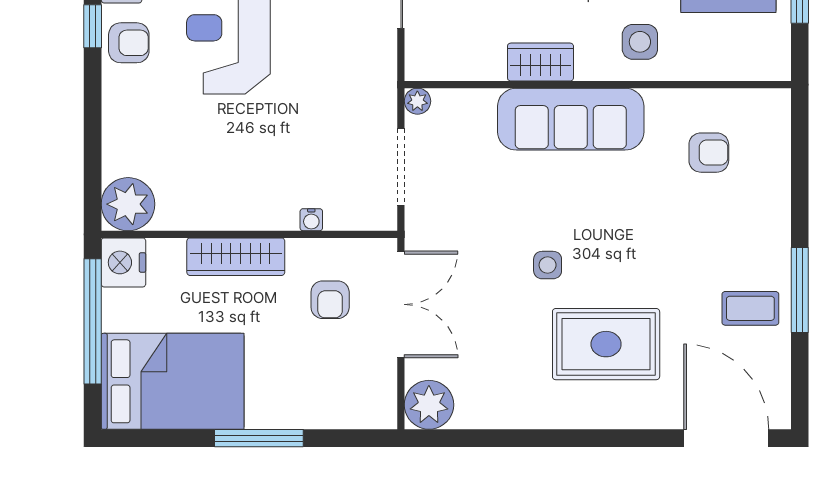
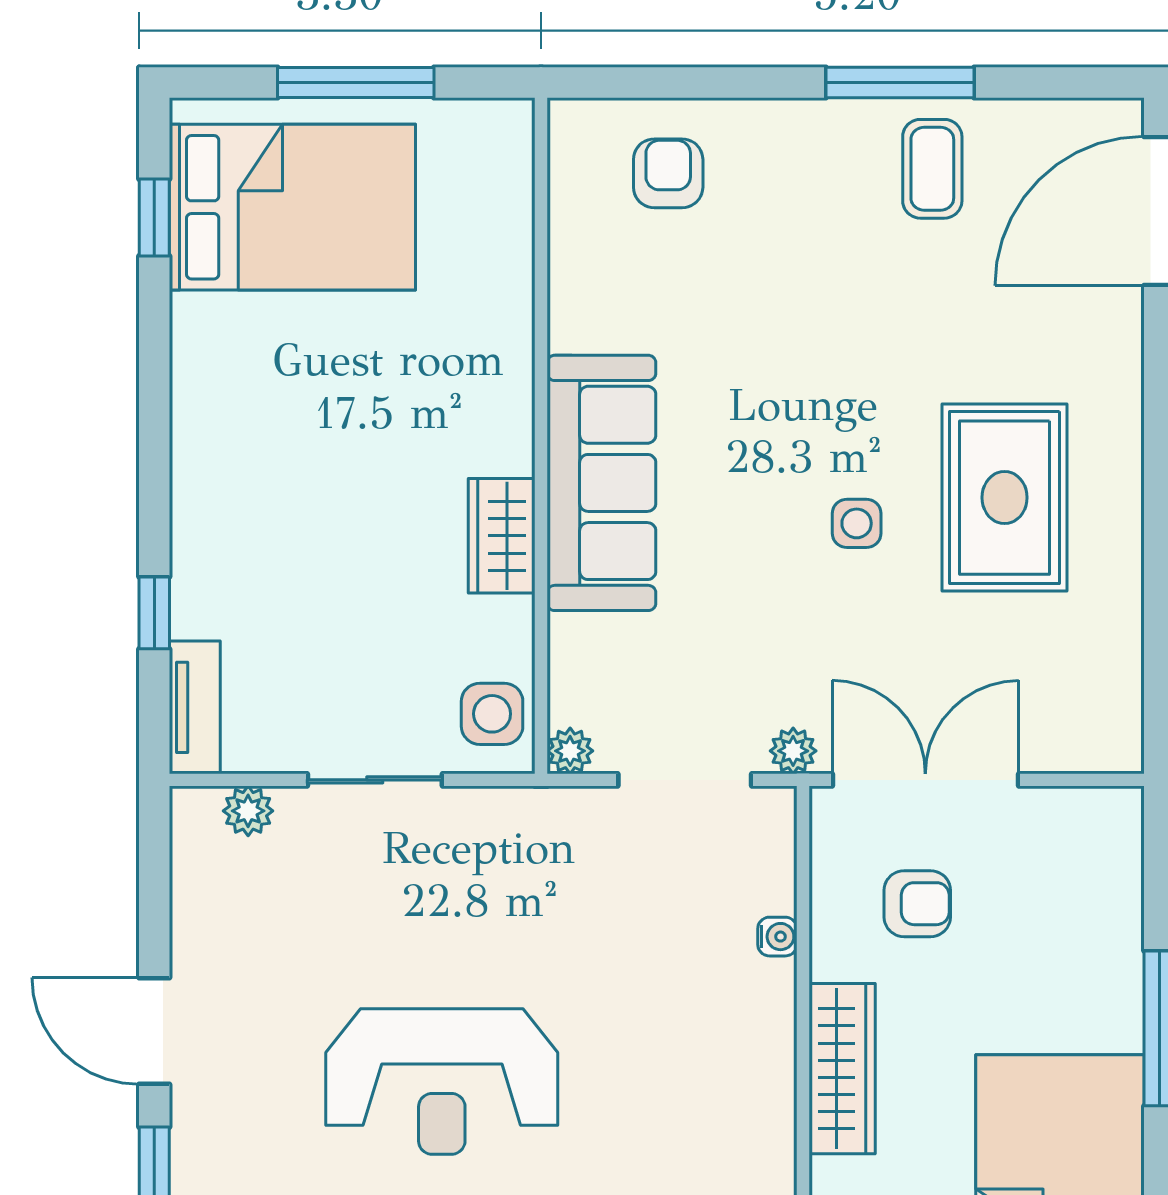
side table: (640, 42) -> (492, 714), moved
armchair: (709, 153) -> (668, 173), moved
rug: (606, 344) -> (1005, 498), moved
plant: (429, 405) -> (793, 751), moved, width x0.53, depth x0.53

